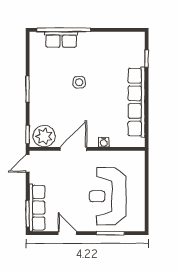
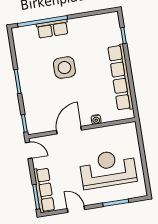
row of seats: (61, 39) -> (52, 29), moved
side table: (79, 82) -> (64, 68), width x1.87, depth x1.87
plant: (44, 136) -> (40, 123), removed
door: (28, 163) -> (29, 150), swing flipped
reception desk: (108, 196) -> (108, 169), turned 90

